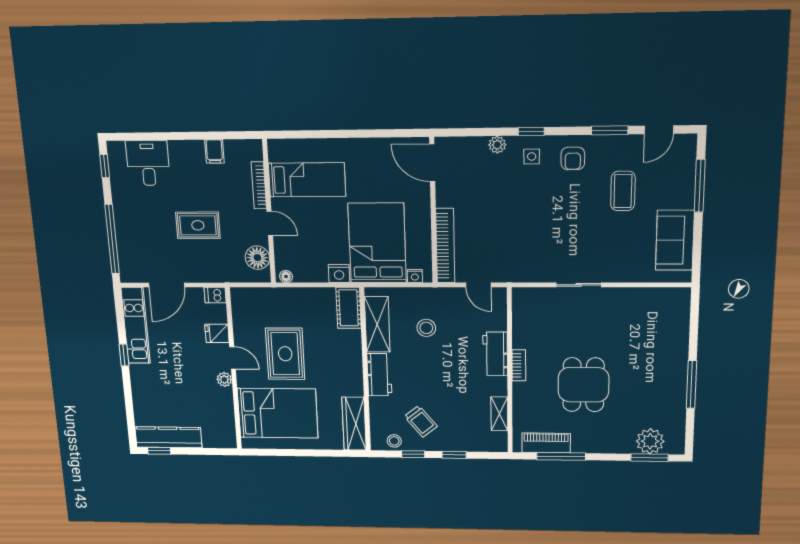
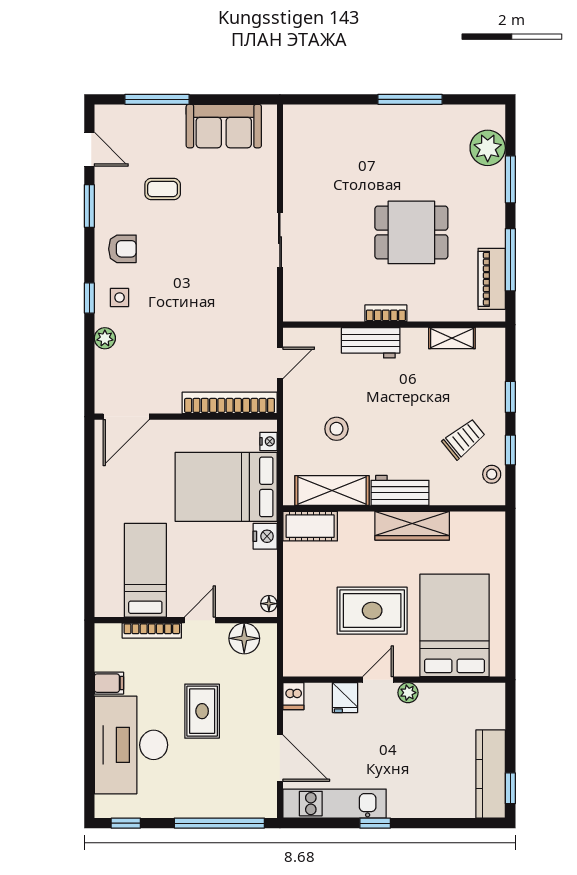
desk: (148, 163) -> (131, 745), width x1.87, depth x1.30
coffee table: (623, 191) -> (163, 189), width x0.73, depth x0.77
wardrobe: (354, 424) -> (412, 526), moved
window: (650, 458) -> (510, 179), moved

